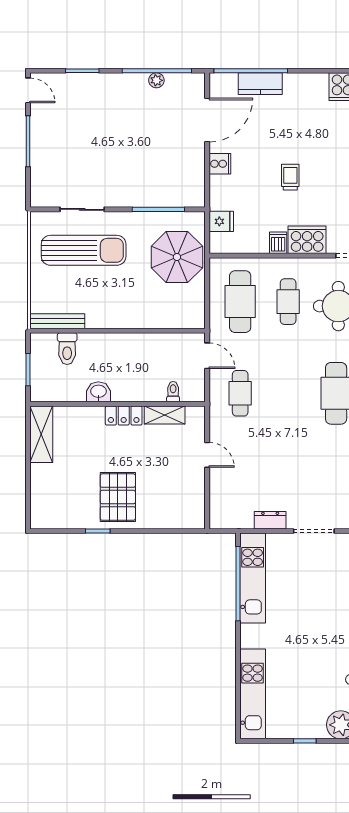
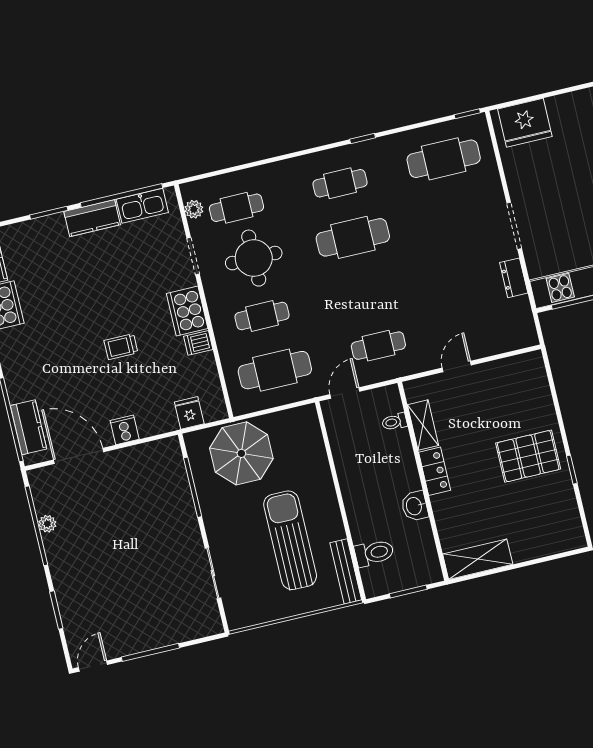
kitchen counter: (260, 84) -> (28, 427), moved
sun lounger: (84, 250) -> (290, 540), moved

